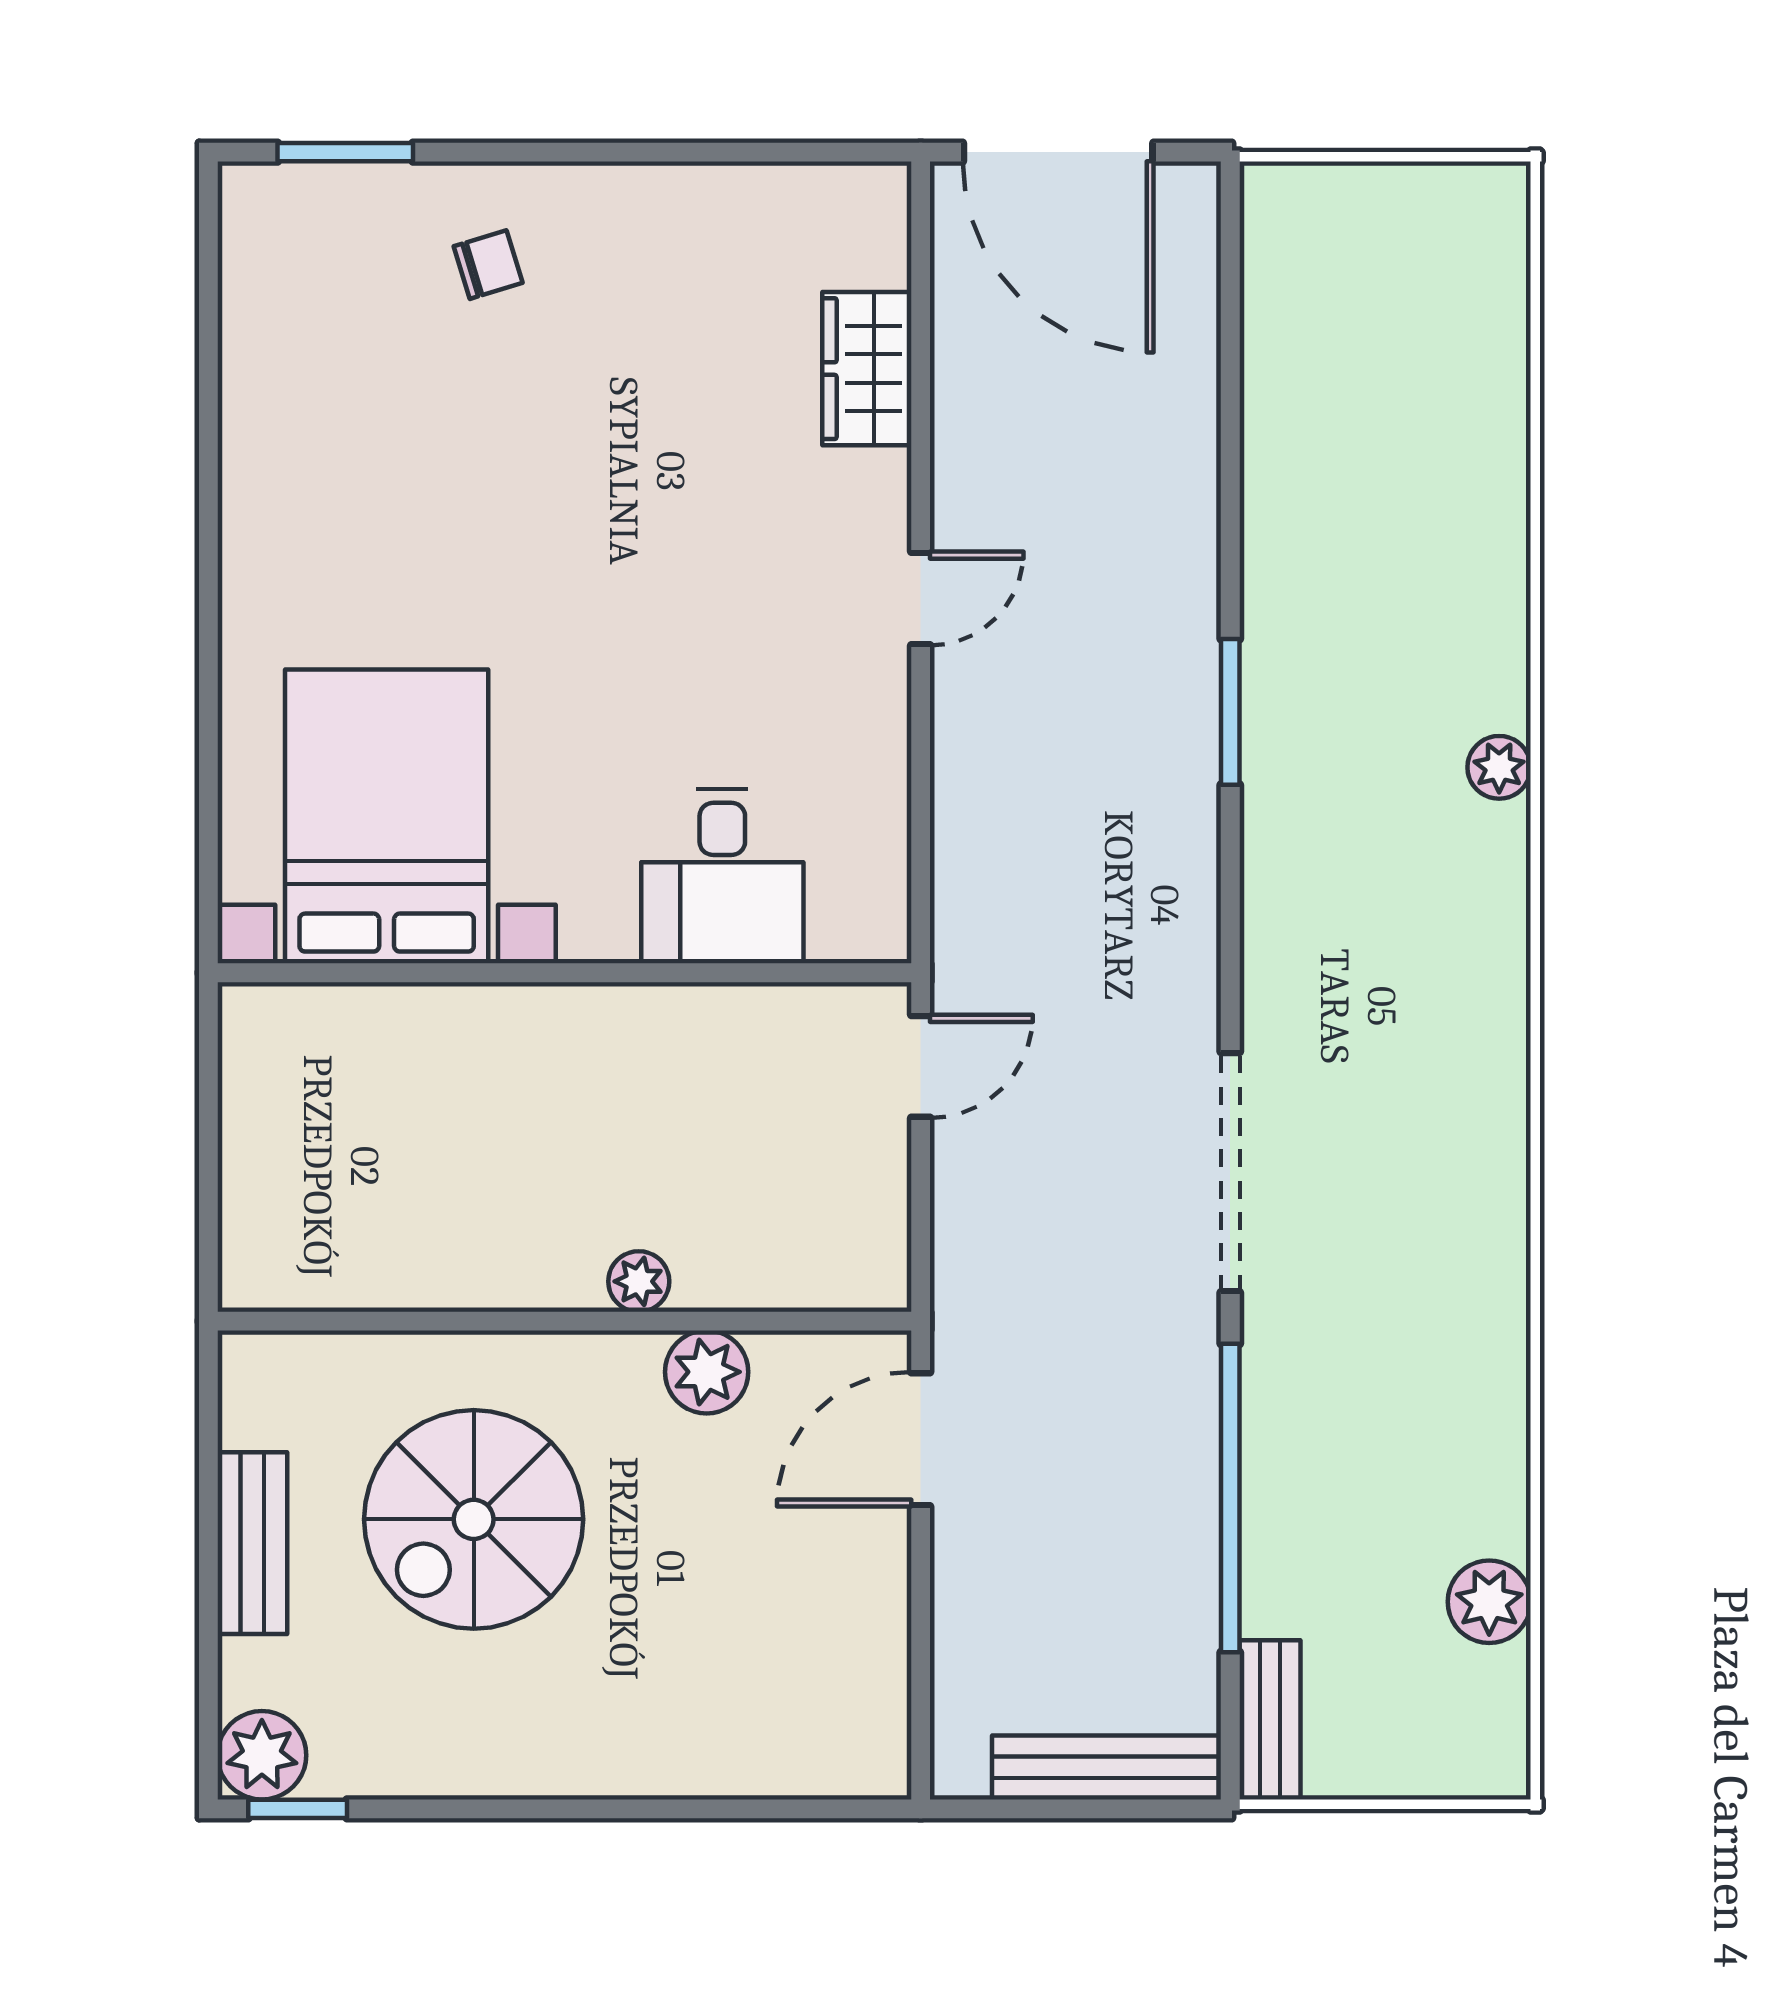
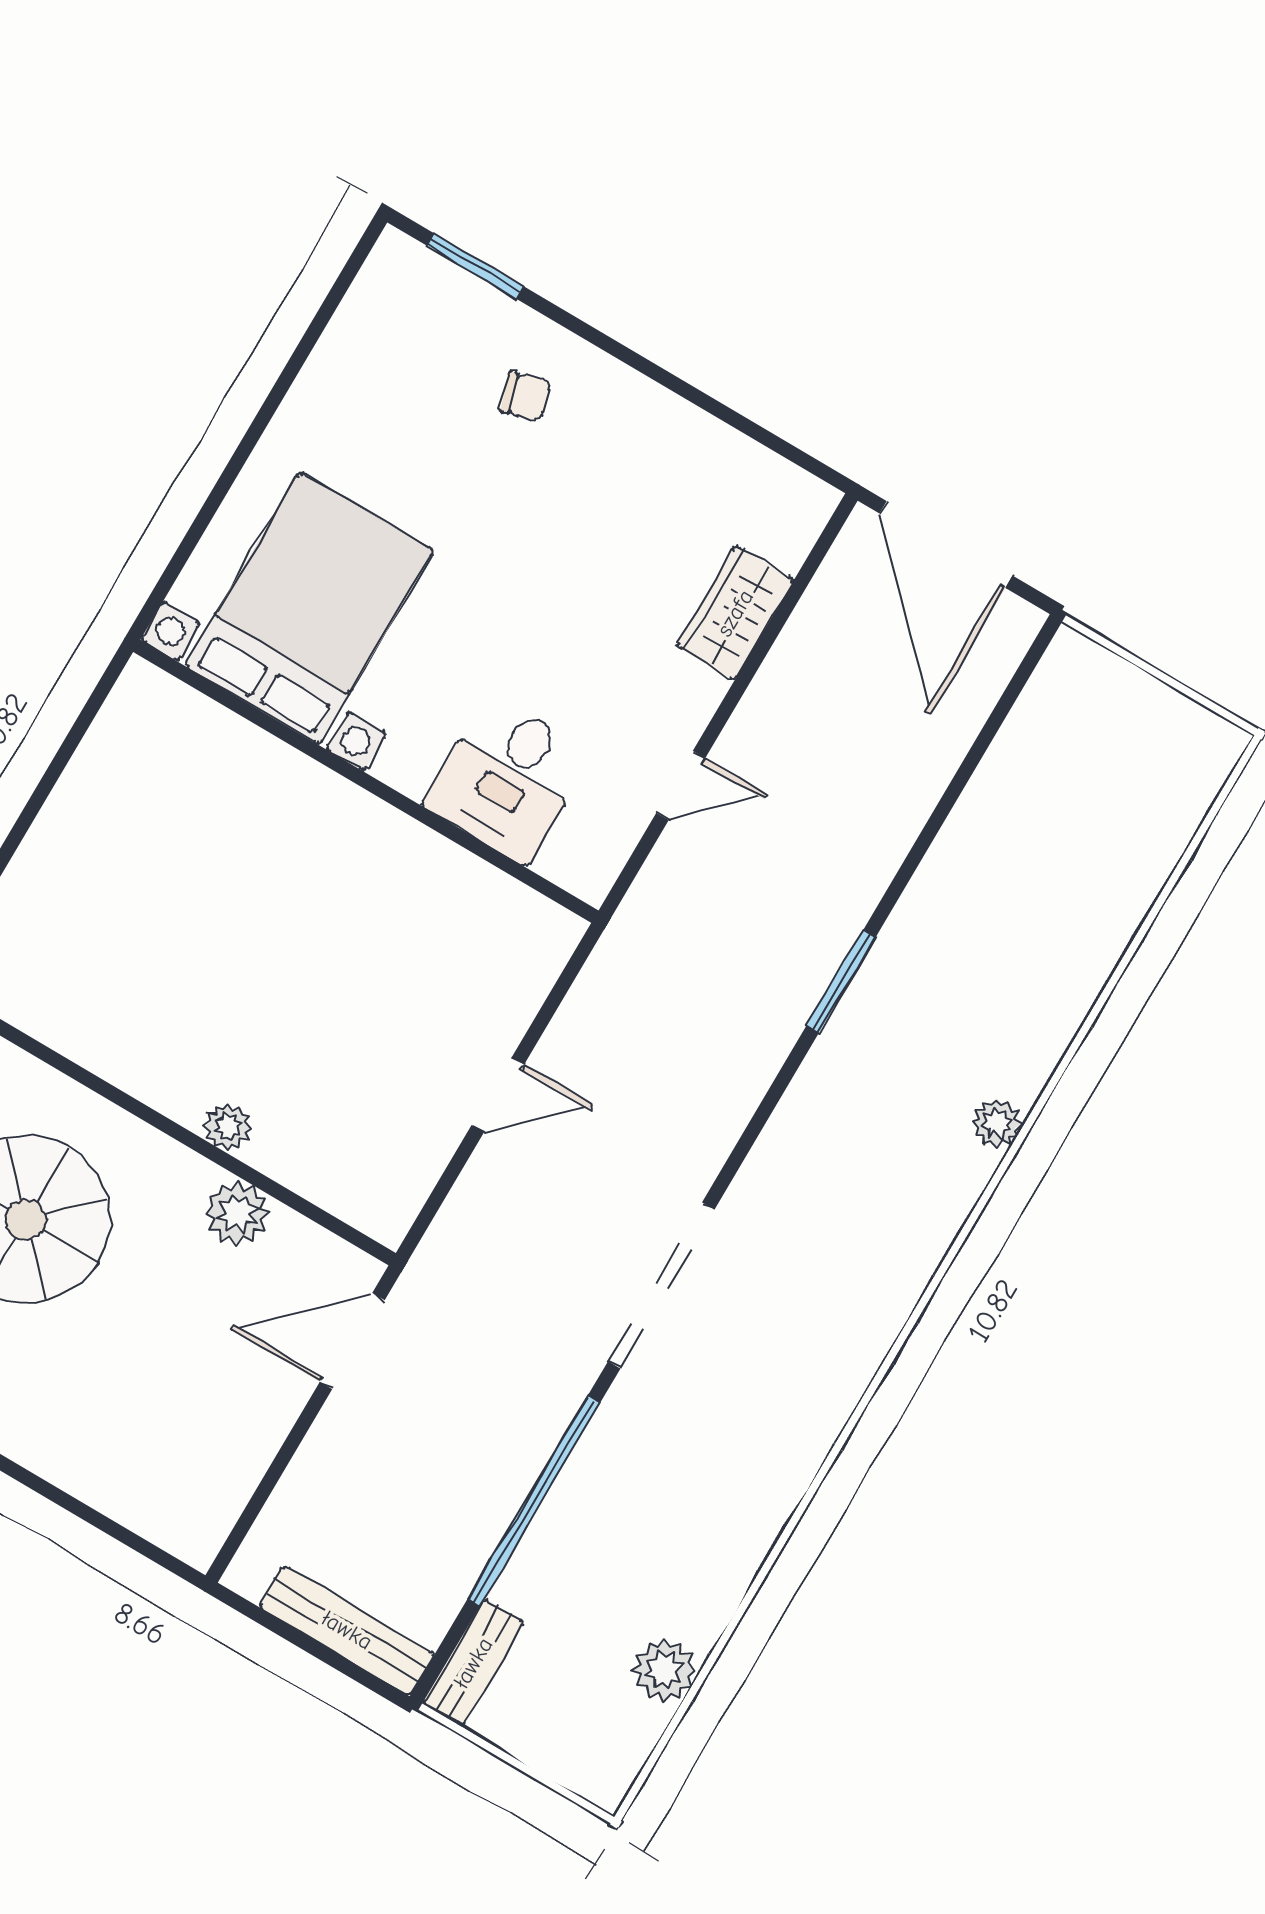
bed with nightstands: (387, 816) -> (309, 608), moved
desk: (722, 876) -> (508, 779), moved
wall: (564, 973) -> (366, 781), moved

